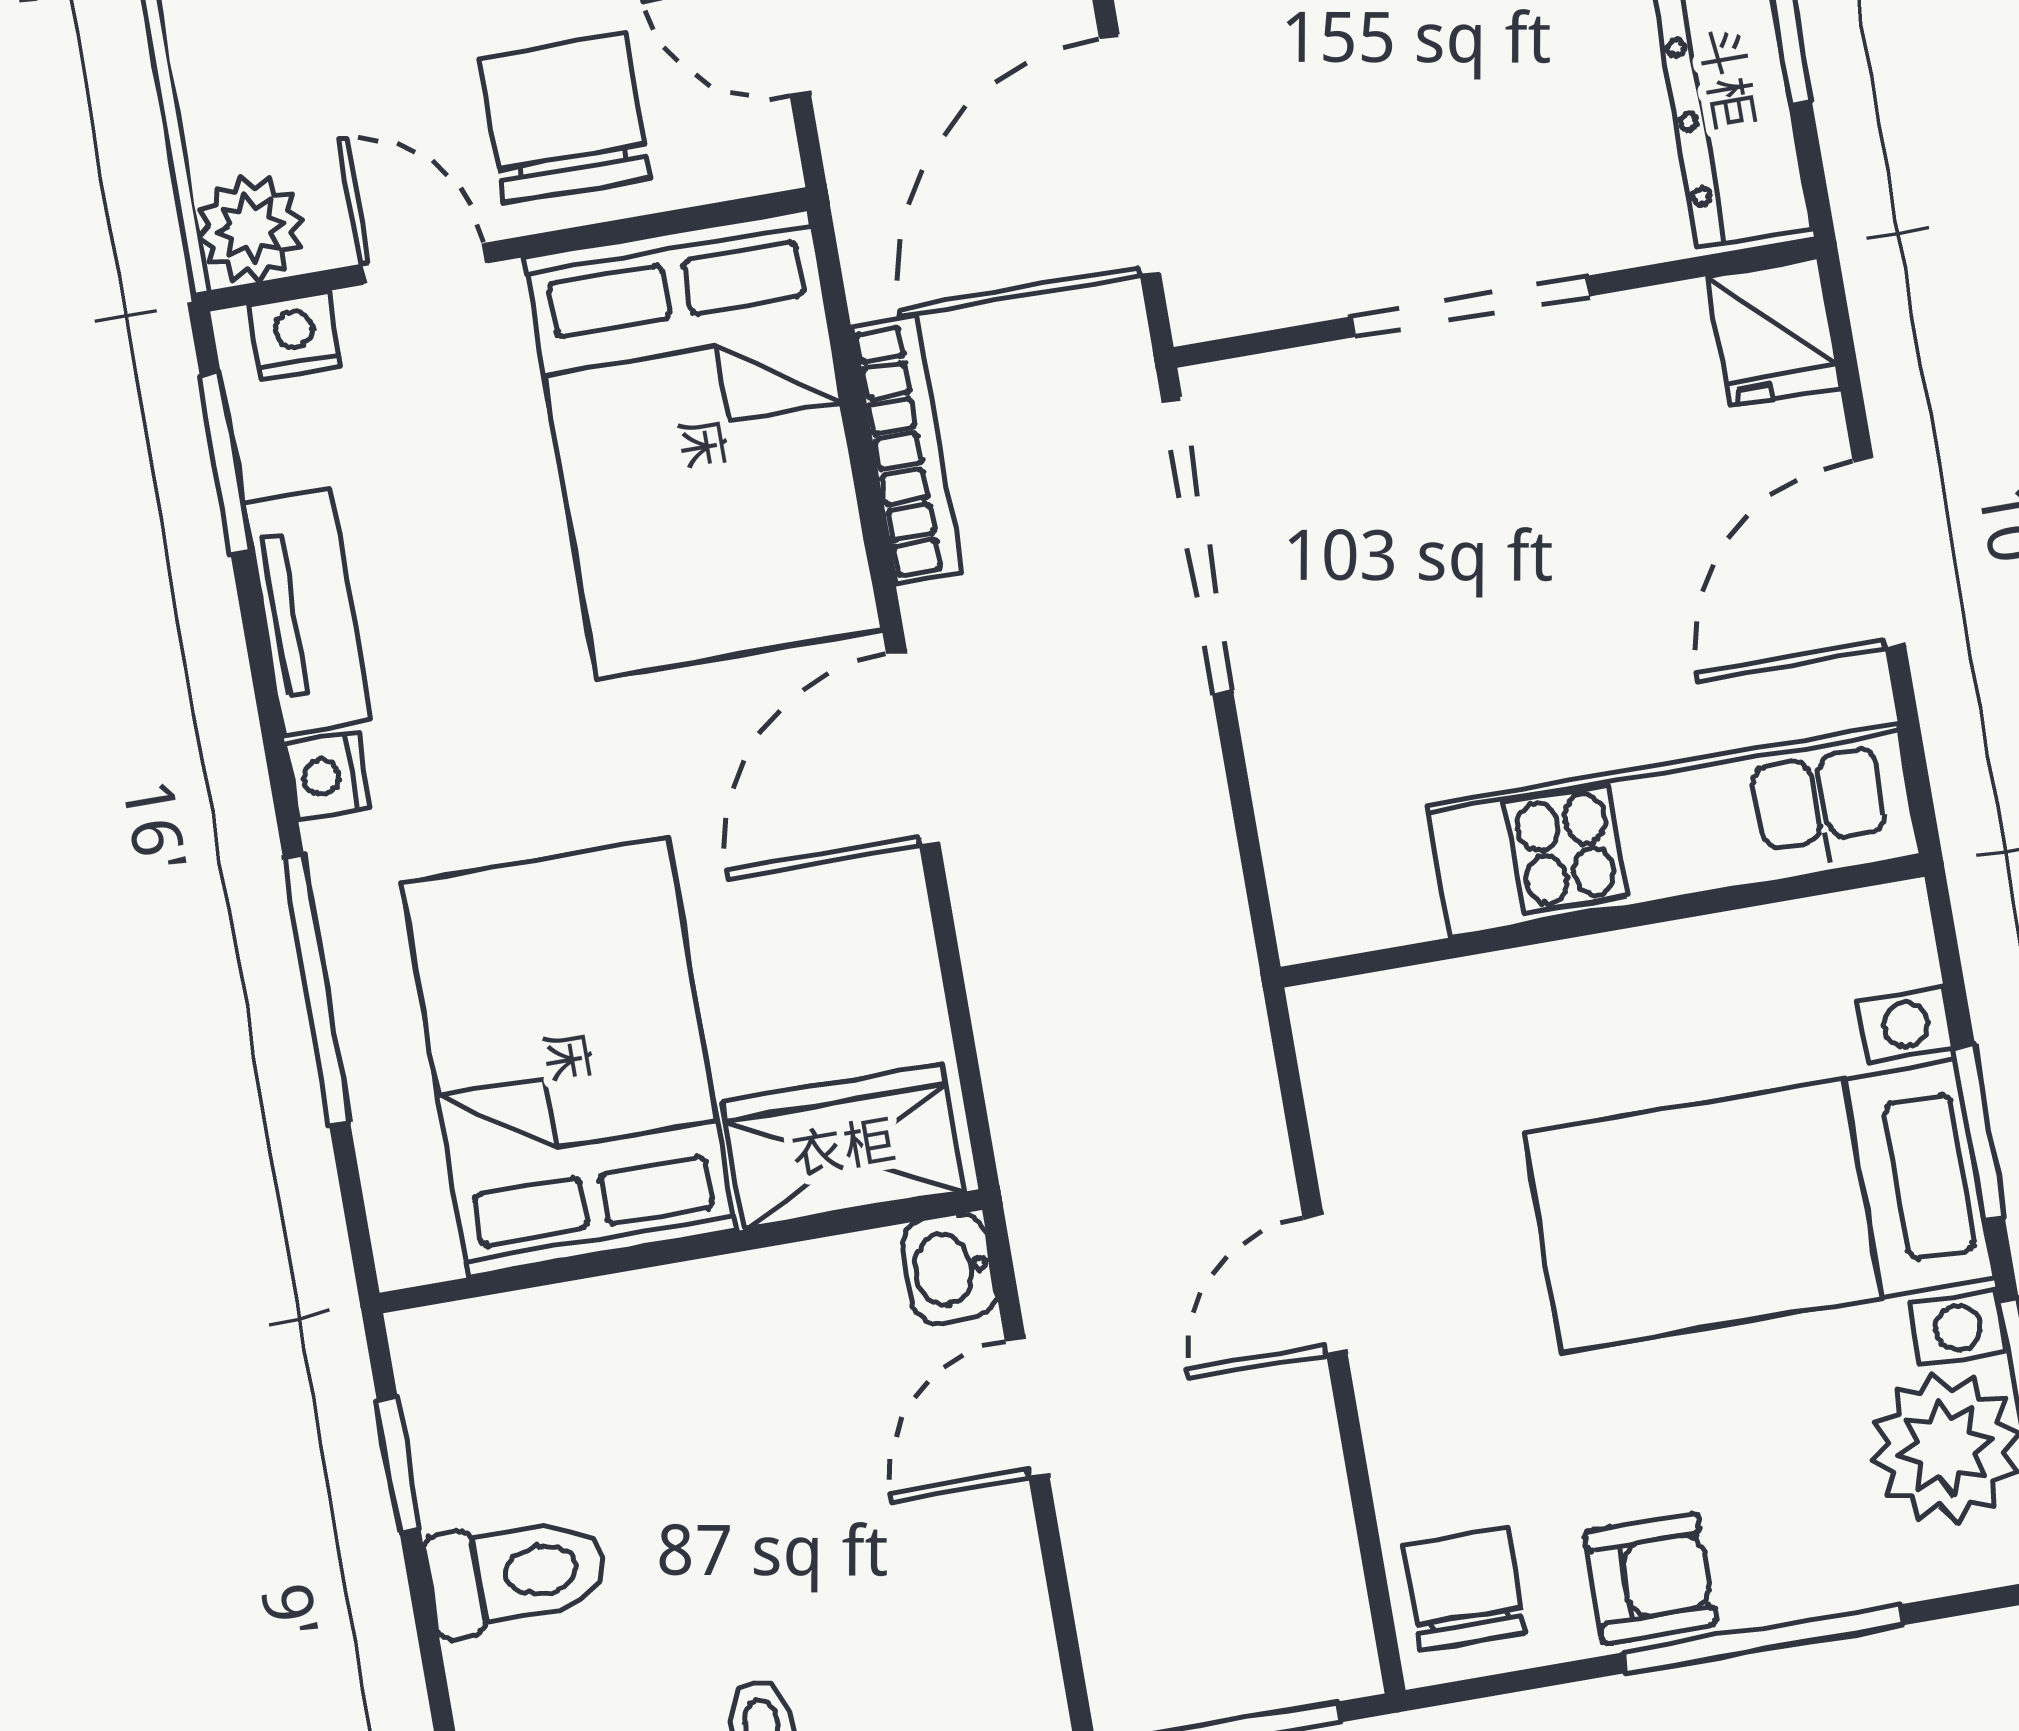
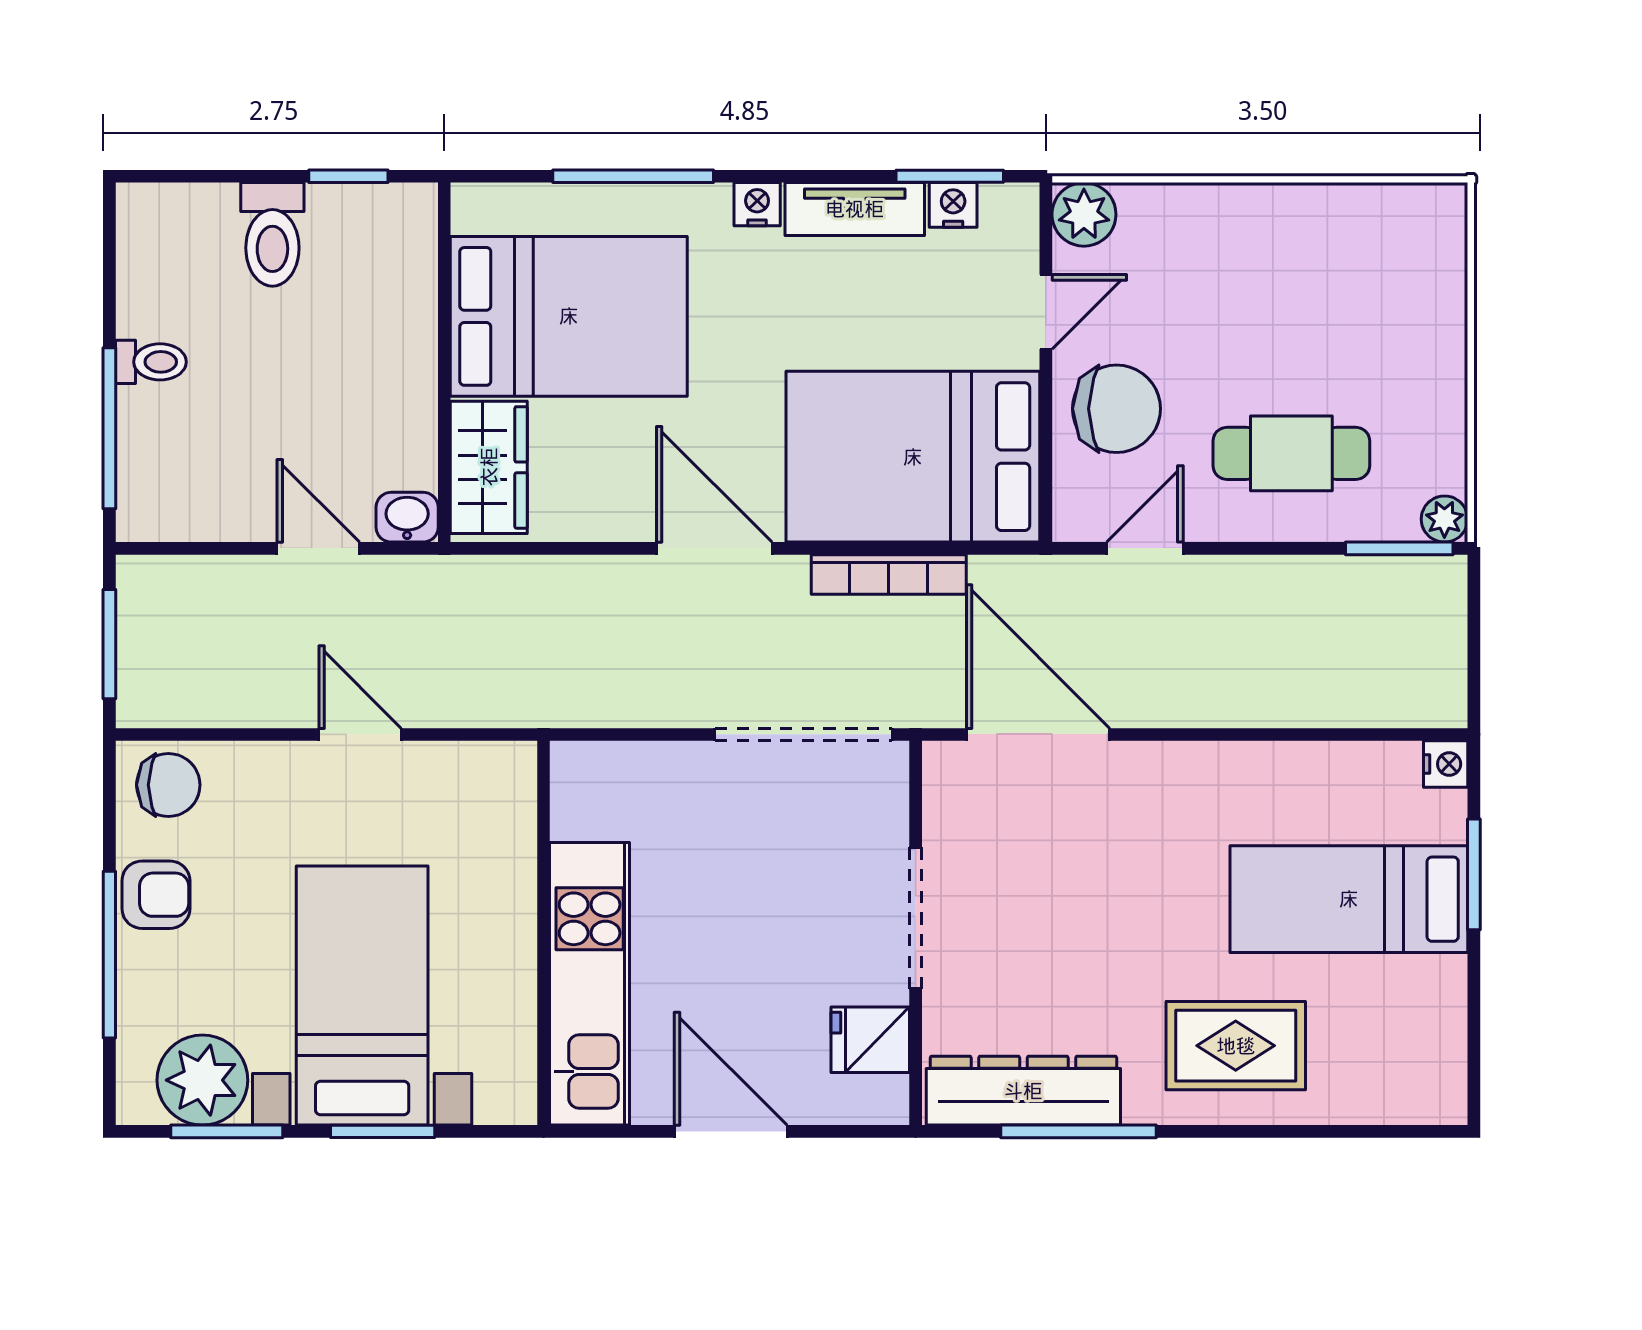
fridge: (1774, 332) -> (870, 1040), moved
nightstand: (295, 335) -> (953, 205), moved, turned -90
armchair: (1650, 1578) -> (156, 895), turned -90

